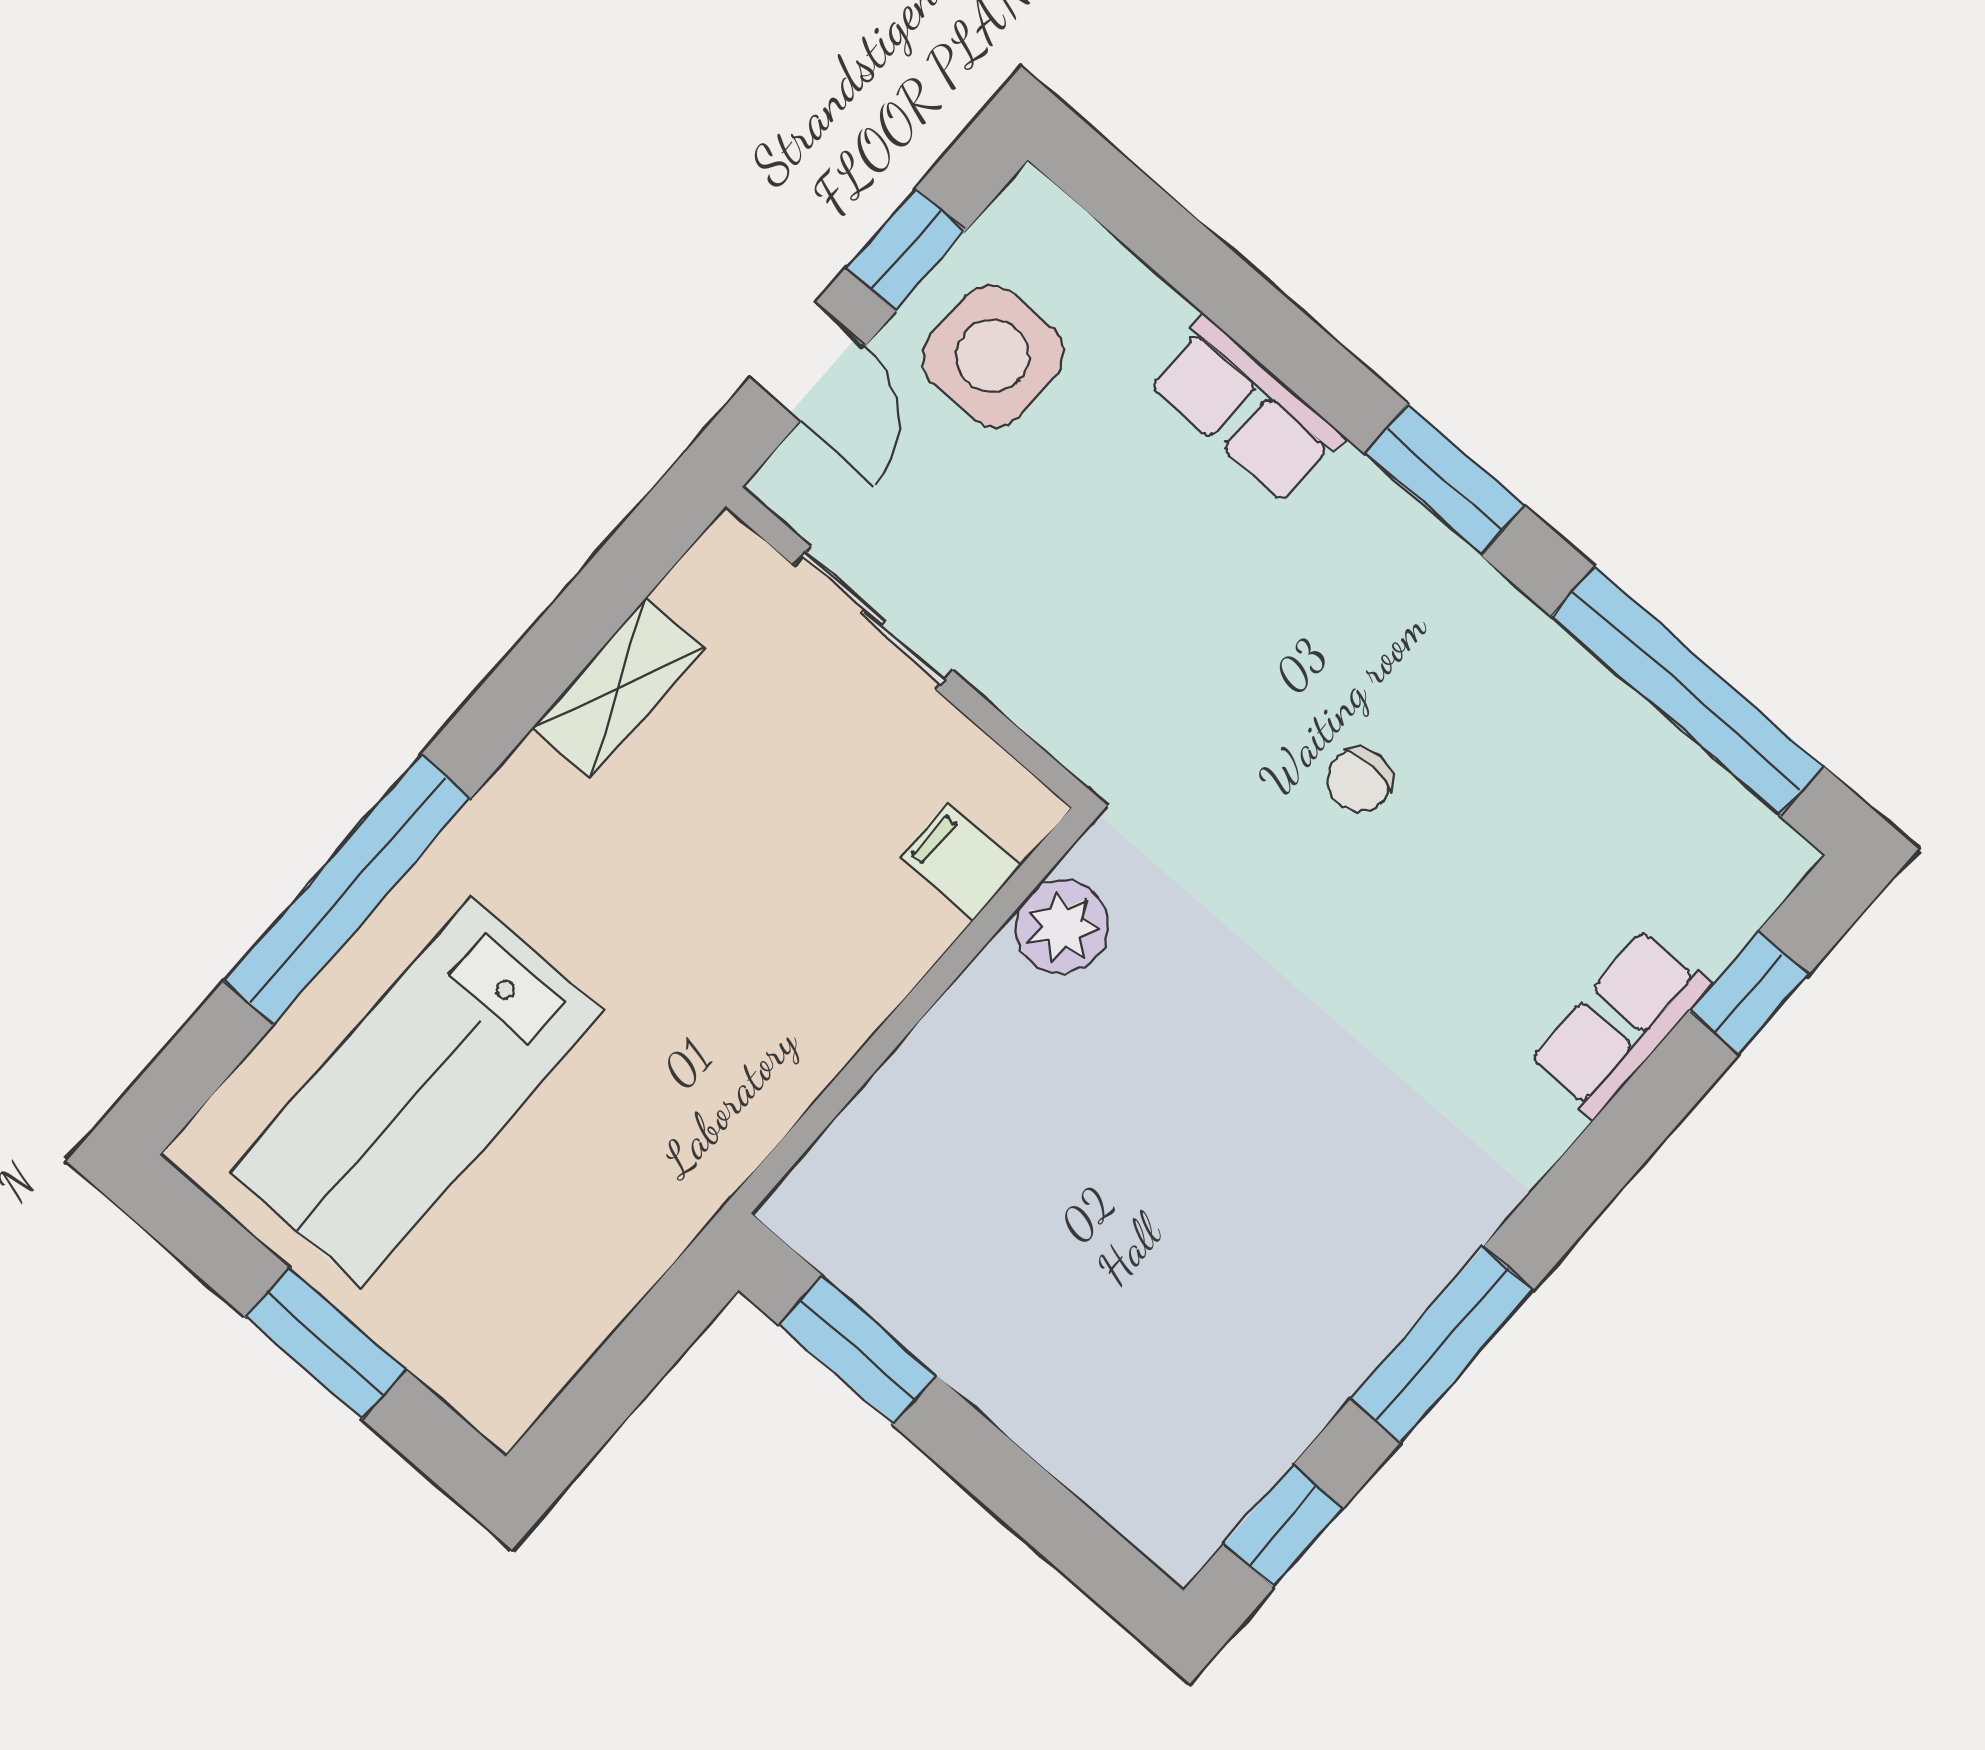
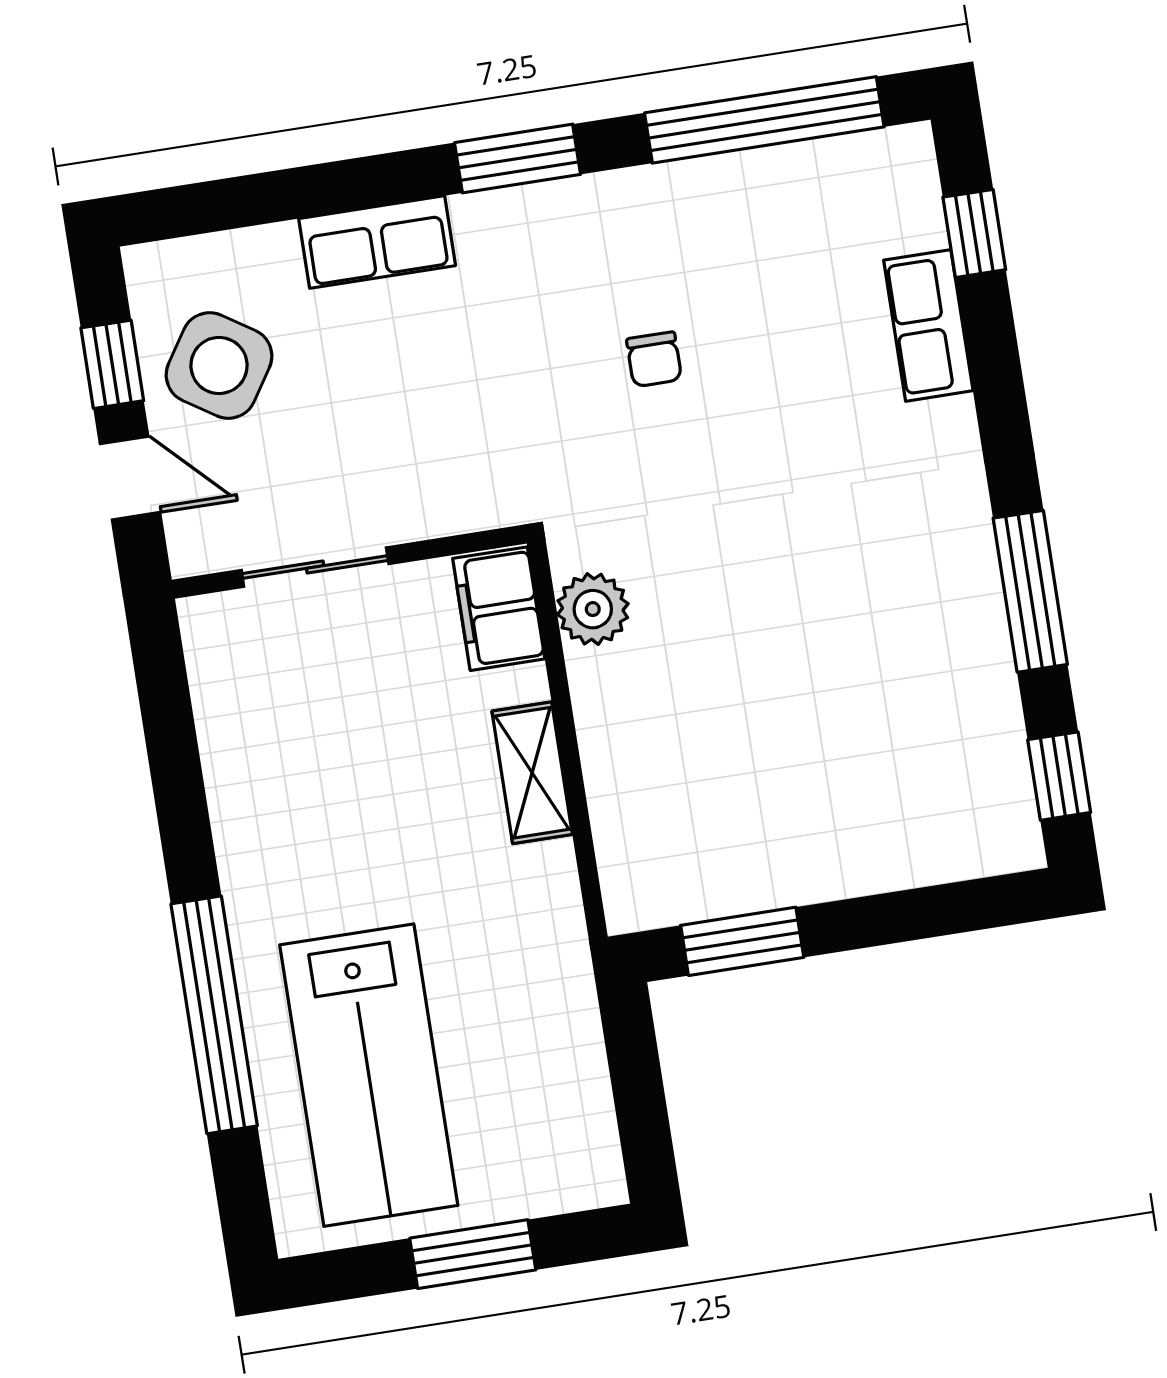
side table: (993, 356) -> (219, 365), turned 33
shelving: (618, 689) -> (532, 773), moved
filing cabinet: (960, 861) -> (499, 609), width x2.00

